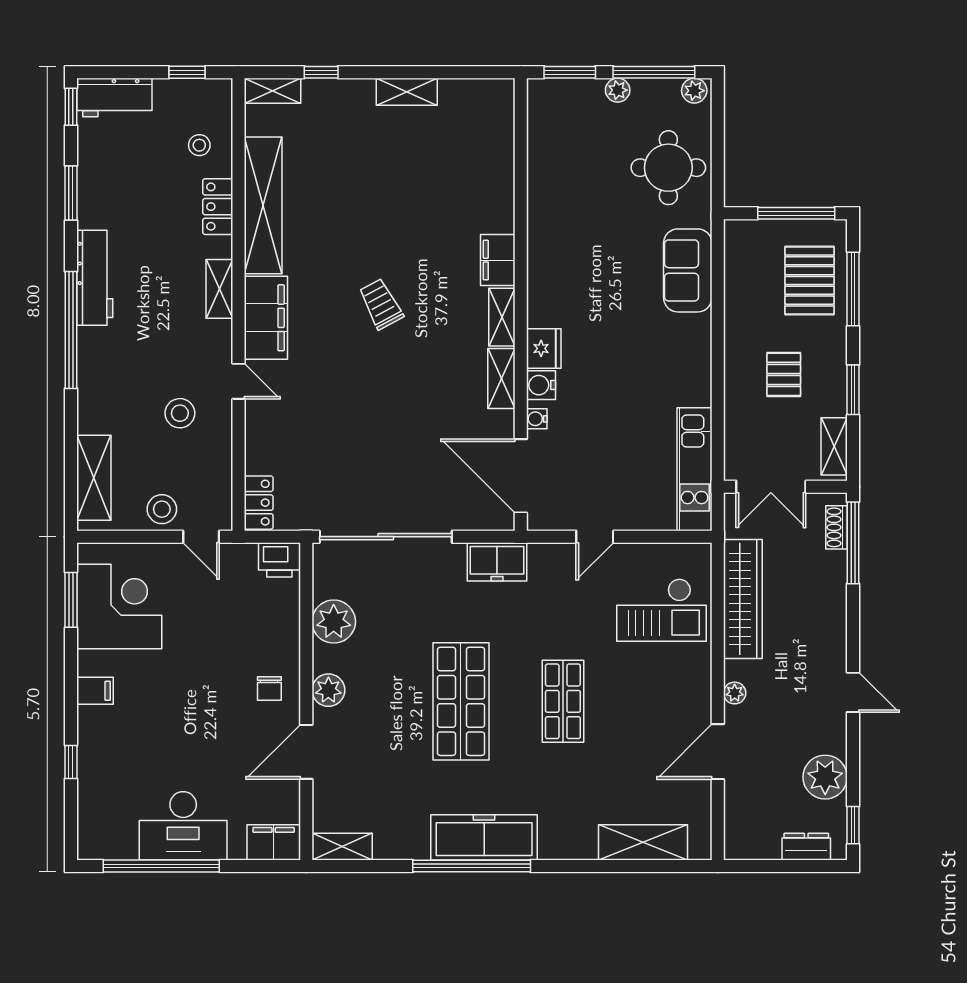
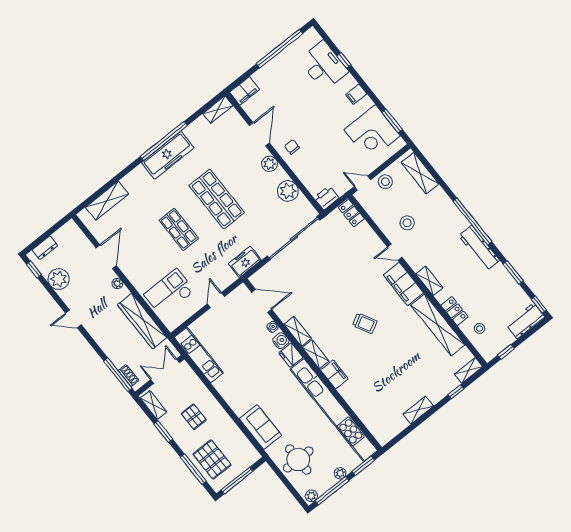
kitchen unit: (545, 202) -> (334, 410), added
door: (521, 476) -> (262, 301), width x0.73
desk: (183, 826) -> (324, 66), moved, turned 90

